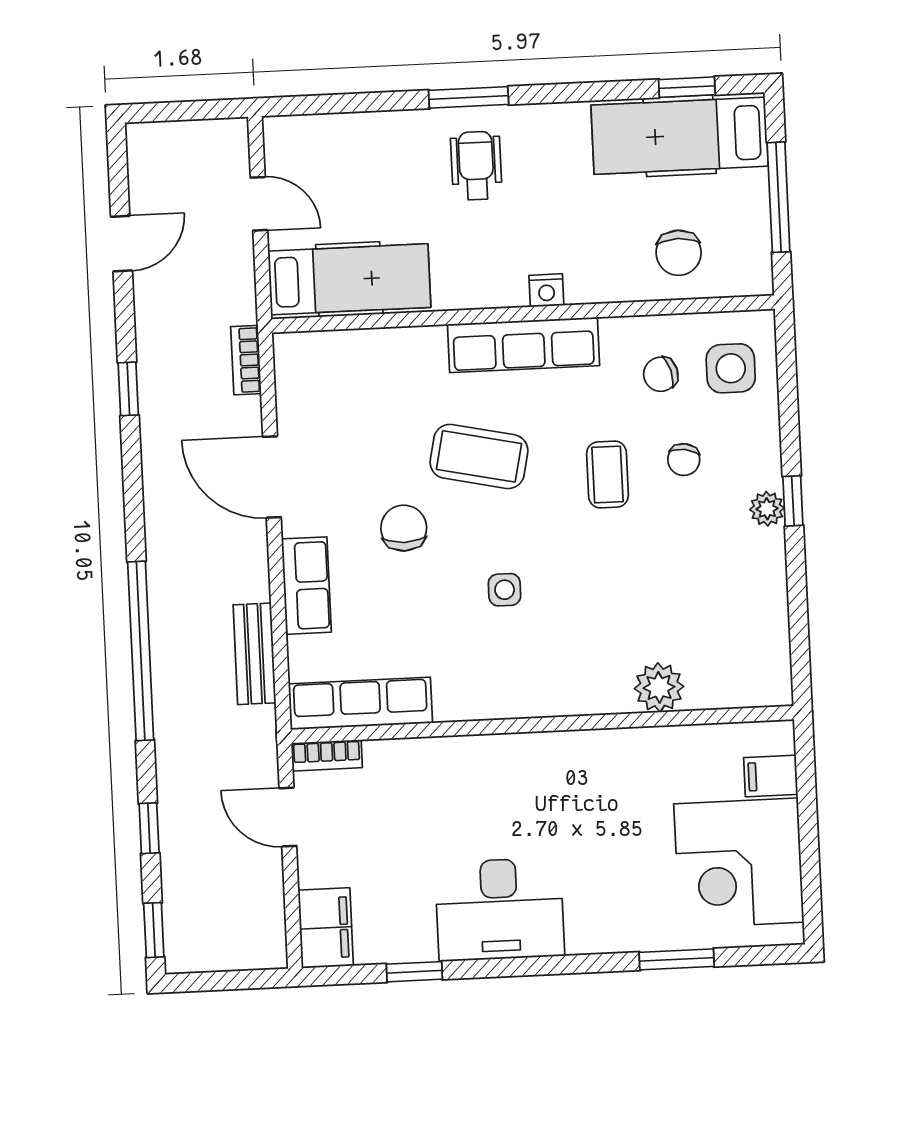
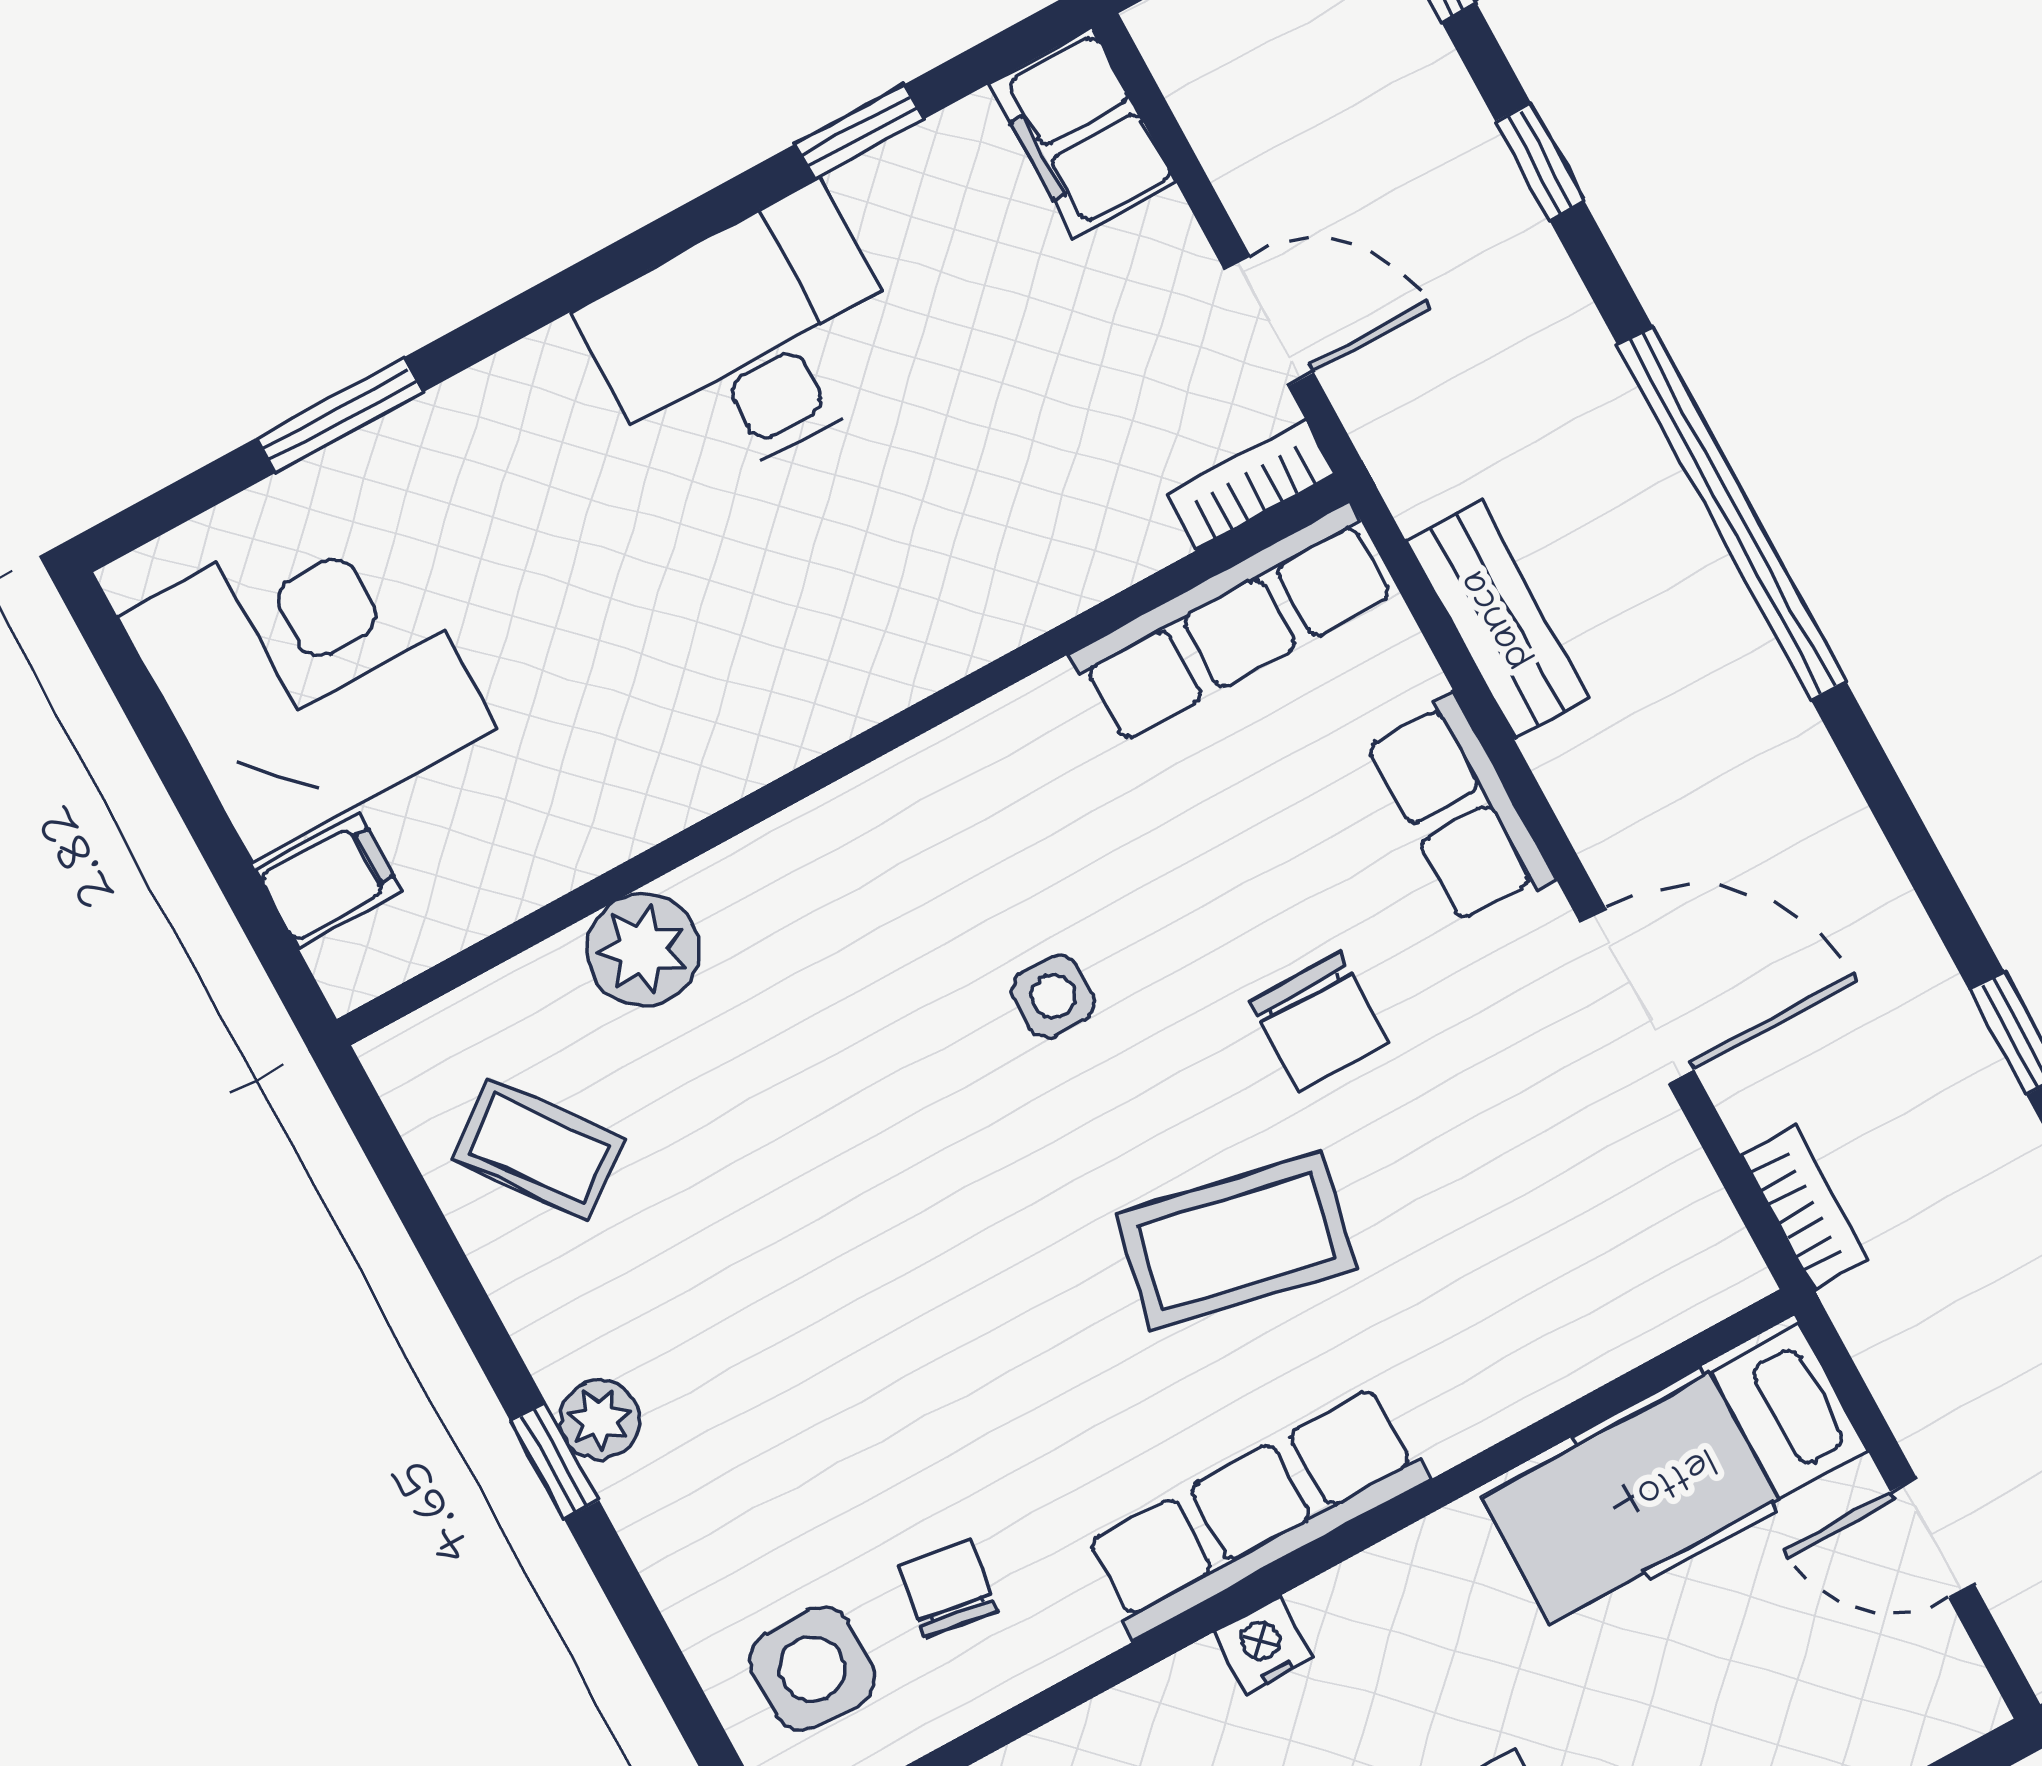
chair: (661, 374) -> (948, 1588), turned -65
chair: (684, 460) -> (817, 1437), removed
coffee table: (607, 474) -> (539, 1149), moved, turned -37

